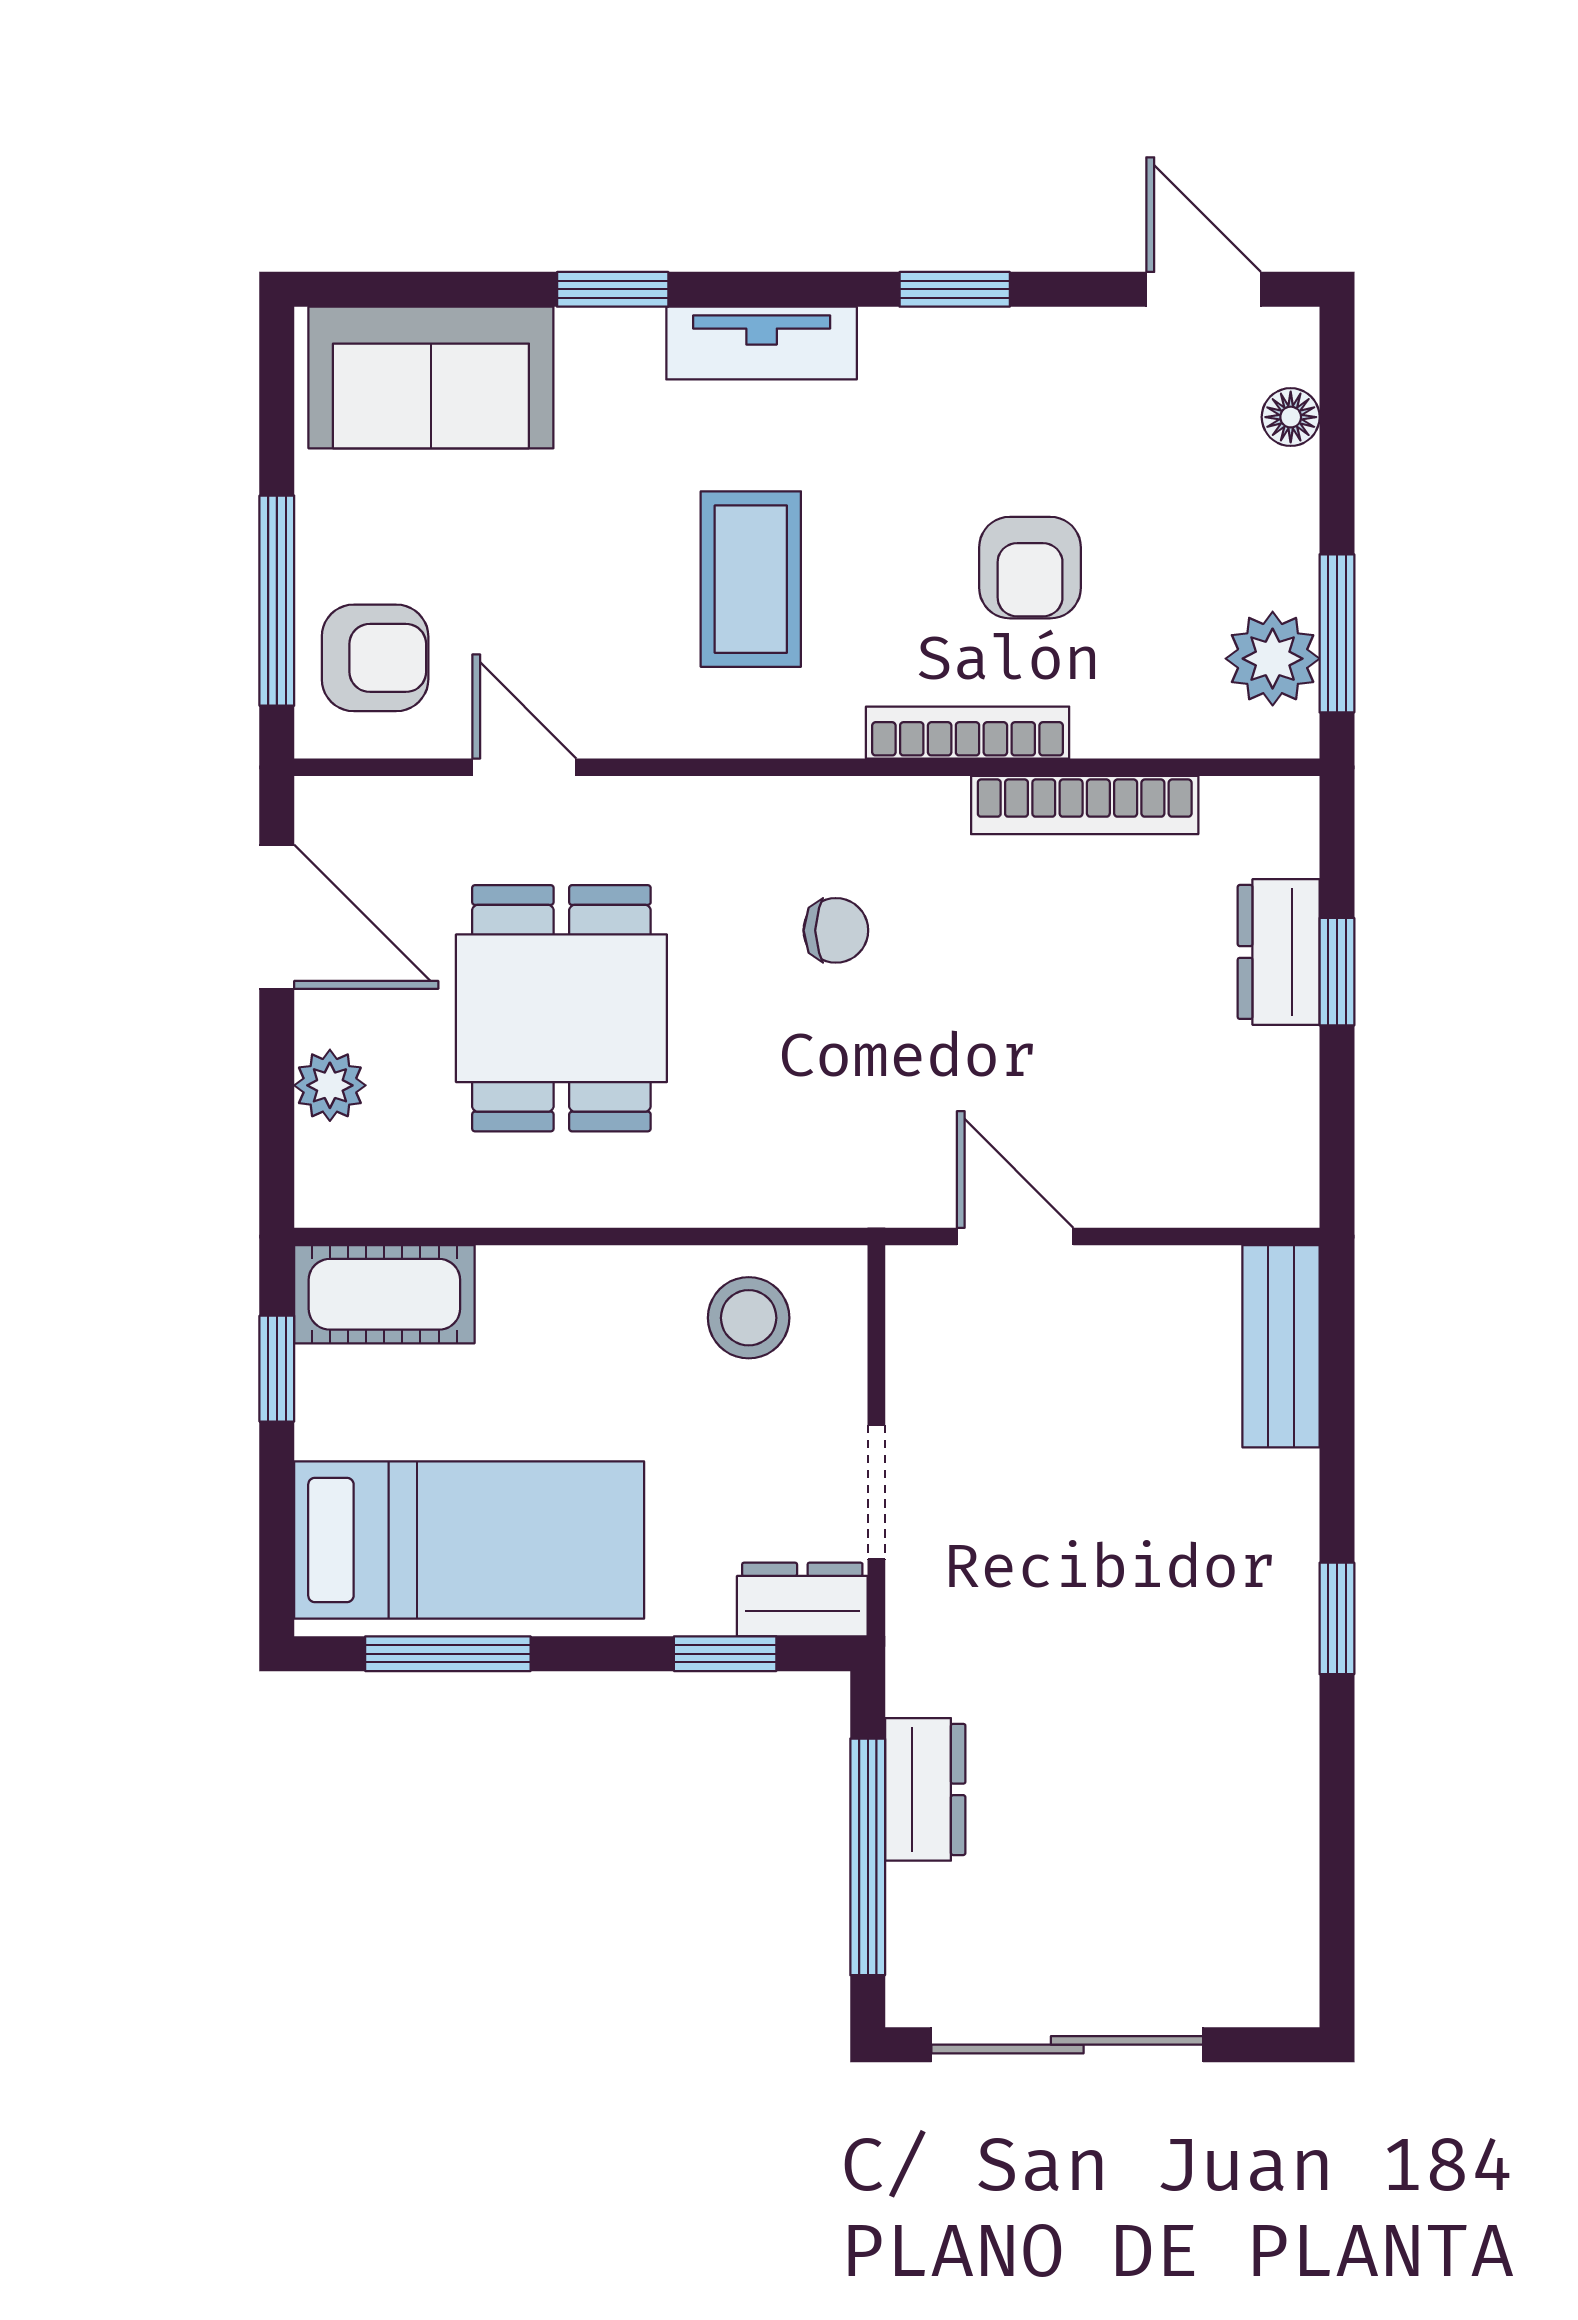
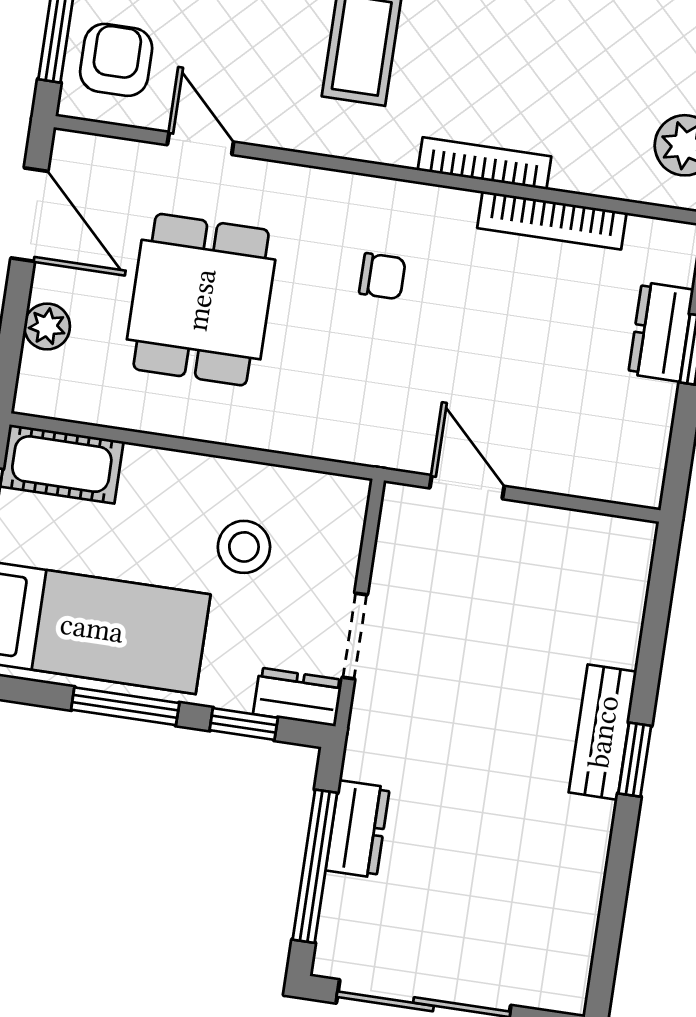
armchair: (1030, 568) -> (540, 65), removed
armchair: (375, 658) -> (116, 60), turned -90
stool: (749, 1318) -> (244, 547), moved
bench: (1281, 1346) -> (603, 732), moved
window: (448, 1654) -> (125, 706), moved

